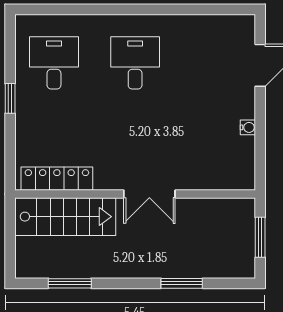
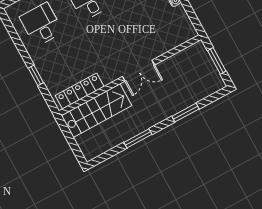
window: (10, 98) -> (36, 75), moved
window: (70, 283) -> (138, 138), moved

